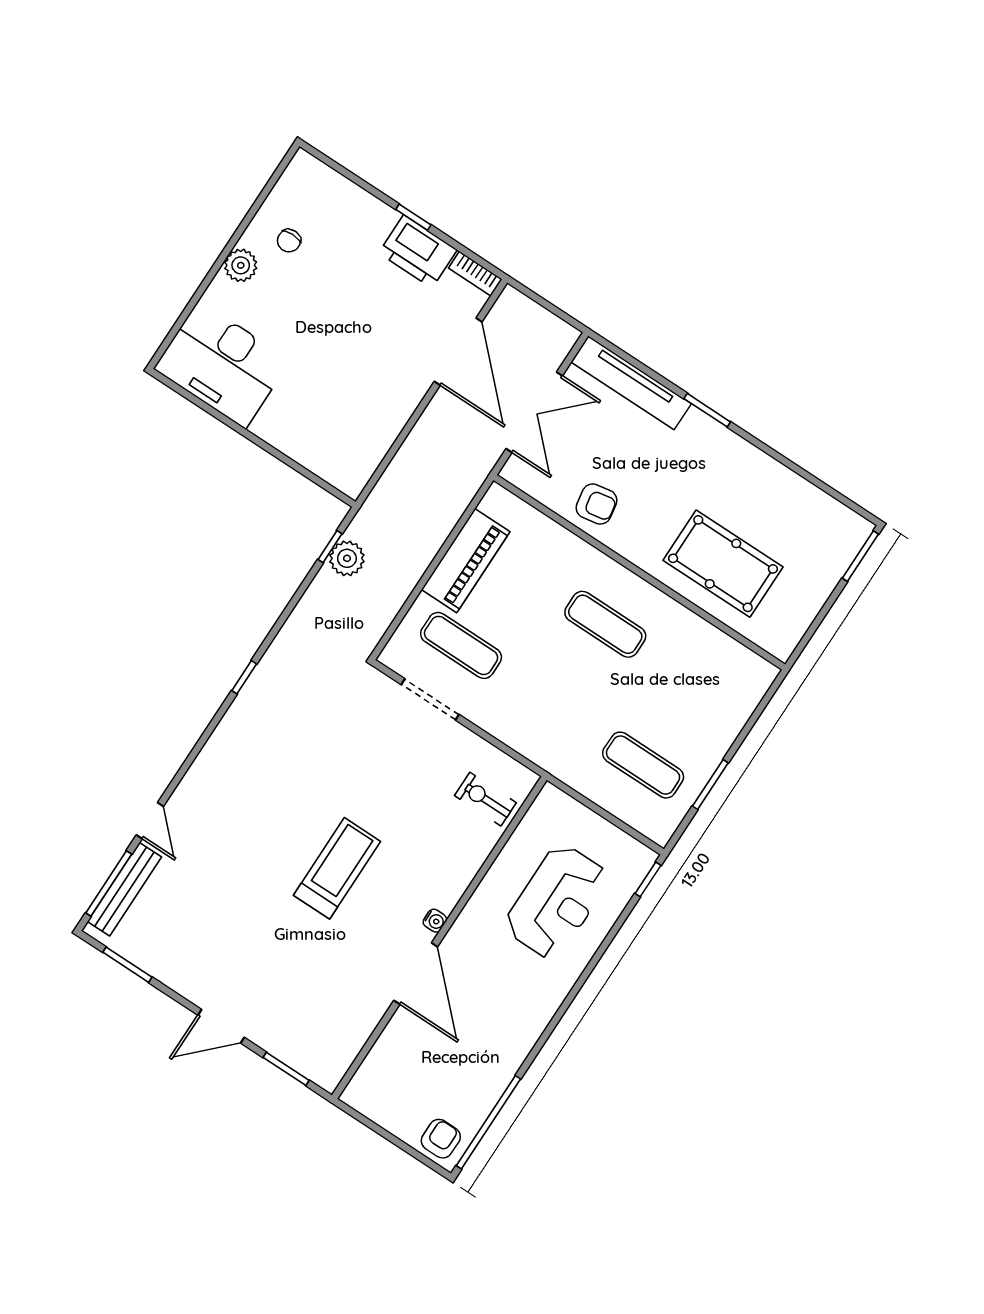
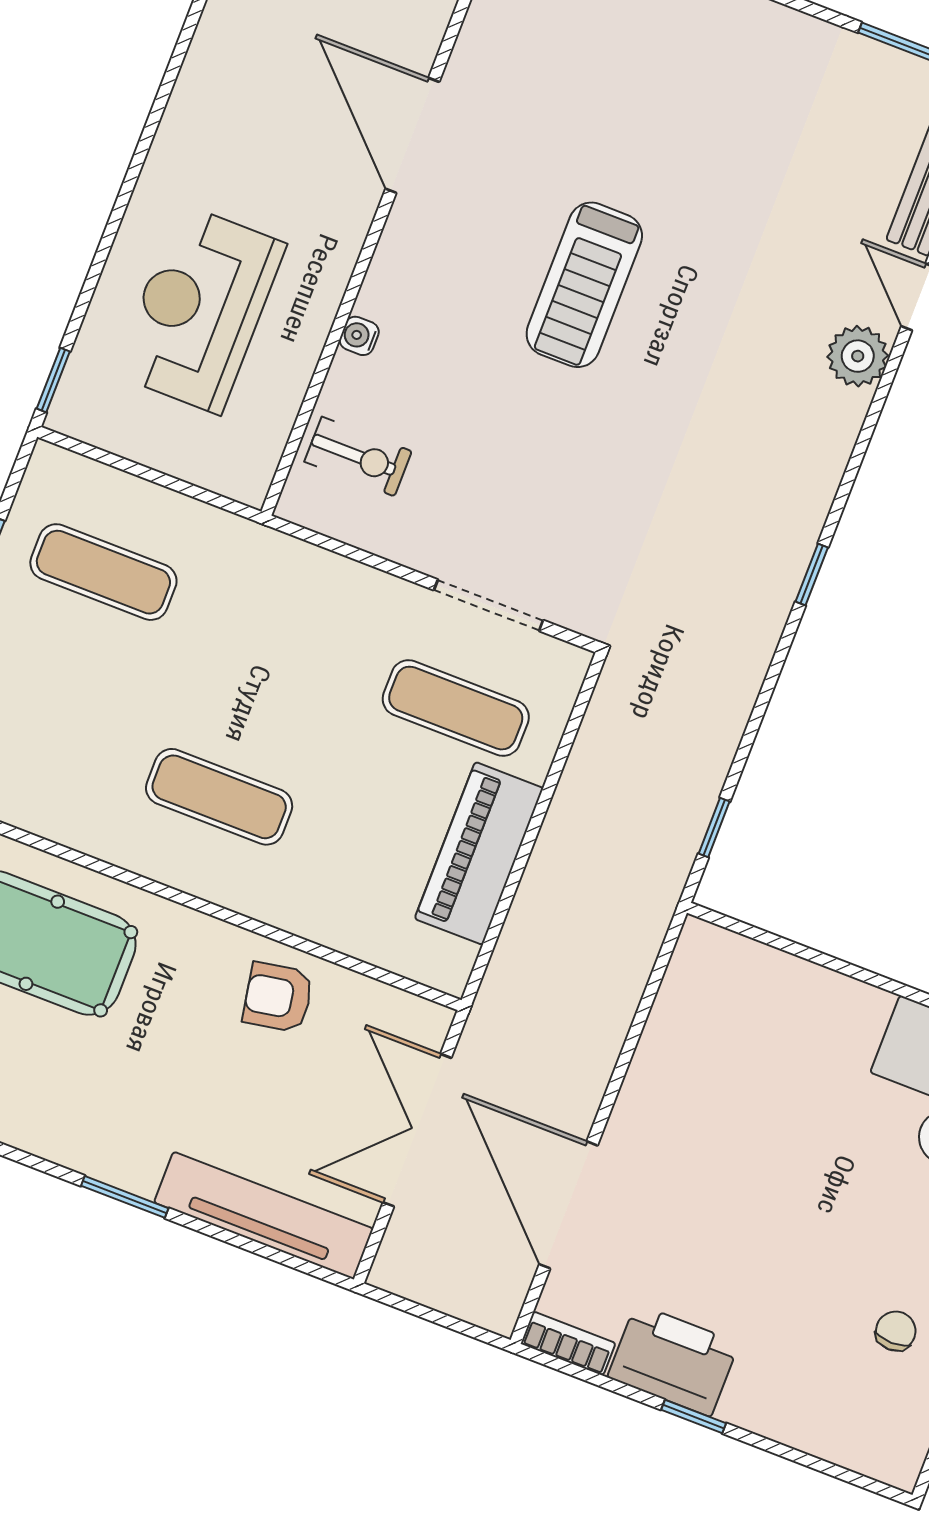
plant: (347, 558) -> (858, 356), moved
water cooler: (435, 921) -> (359, 336), moved

